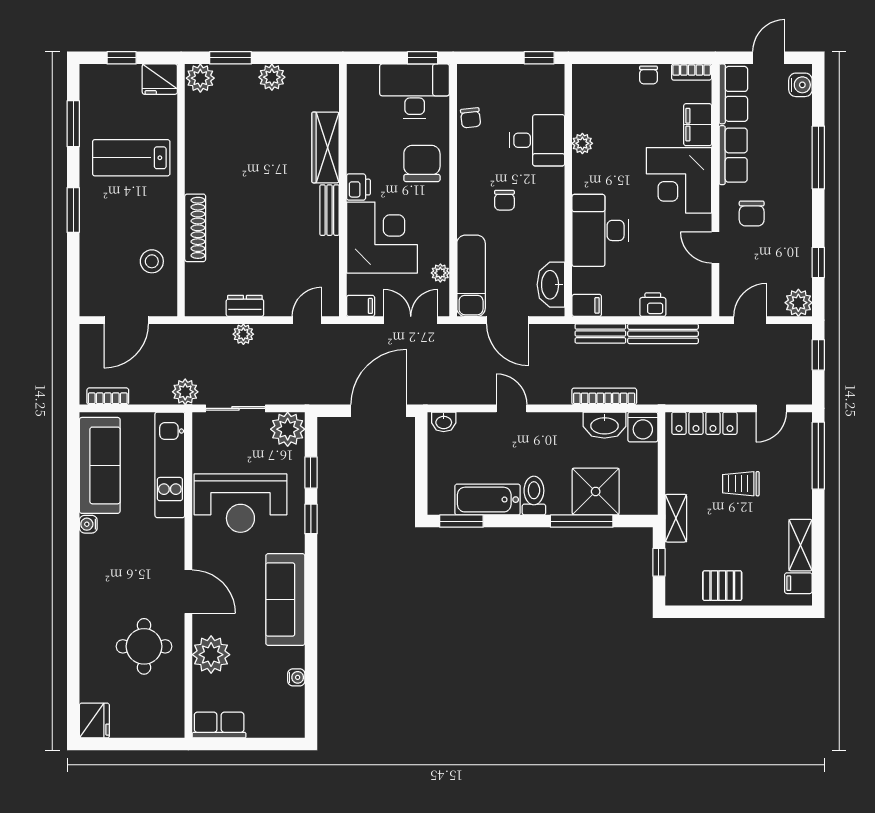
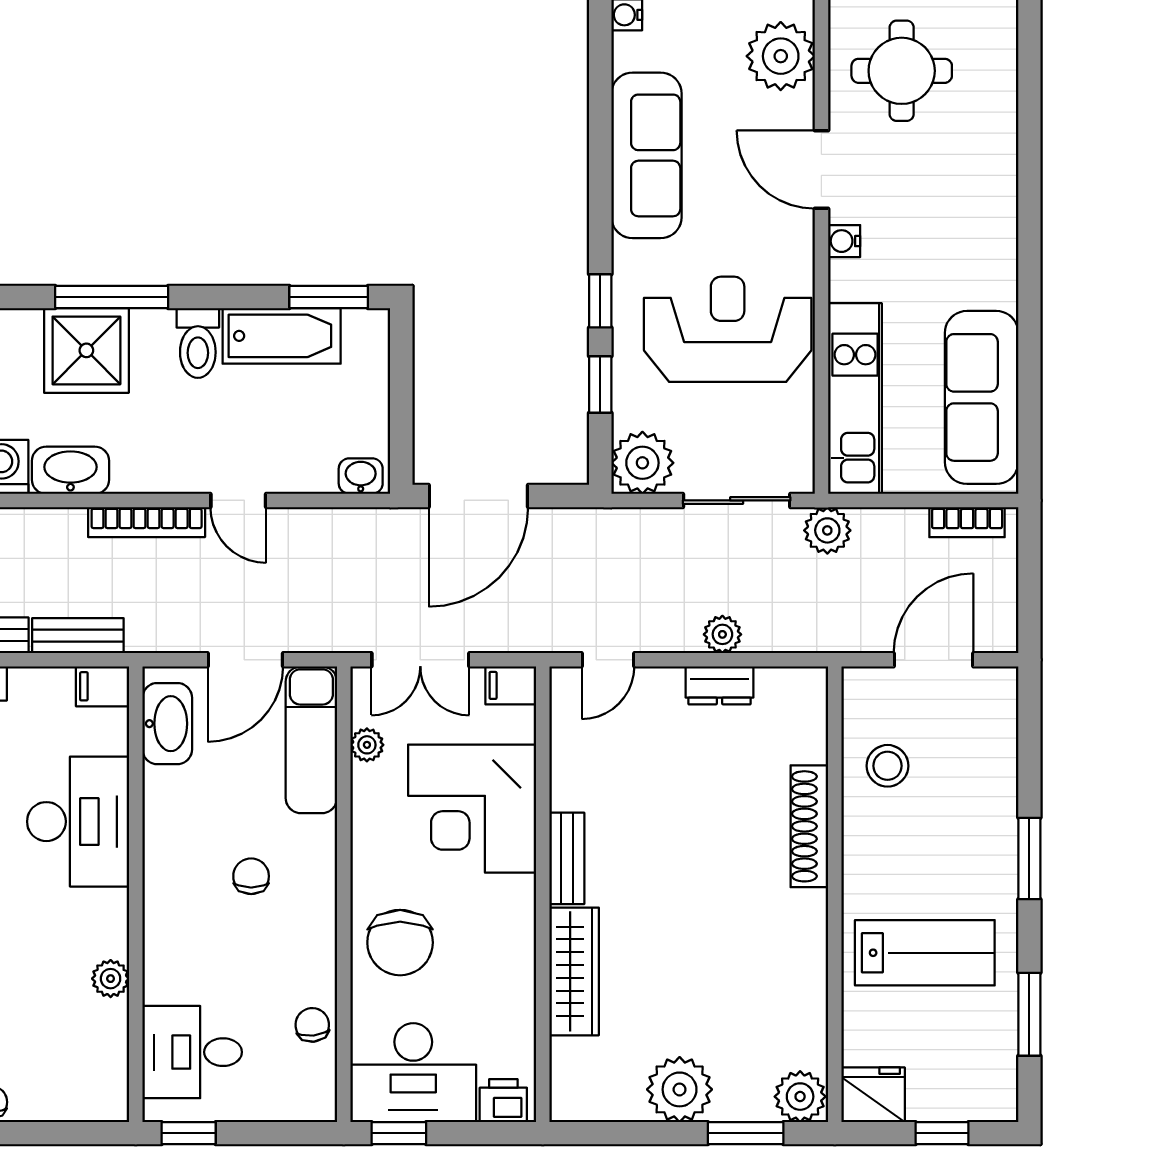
plant: (272, 77) -> (680, 1089), width x1.36, depth x1.36
desk: (537, 140) -> (192, 1052), moved
printer: (358, 187) -> (503, 1101), moved, turned 90
door: (508, 320) -> (245, 660), swing flipped
bookcase: (604, 396) -> (147, 522), moved
water cooler: (88, 524) -> (844, 241), moved, turned 180

